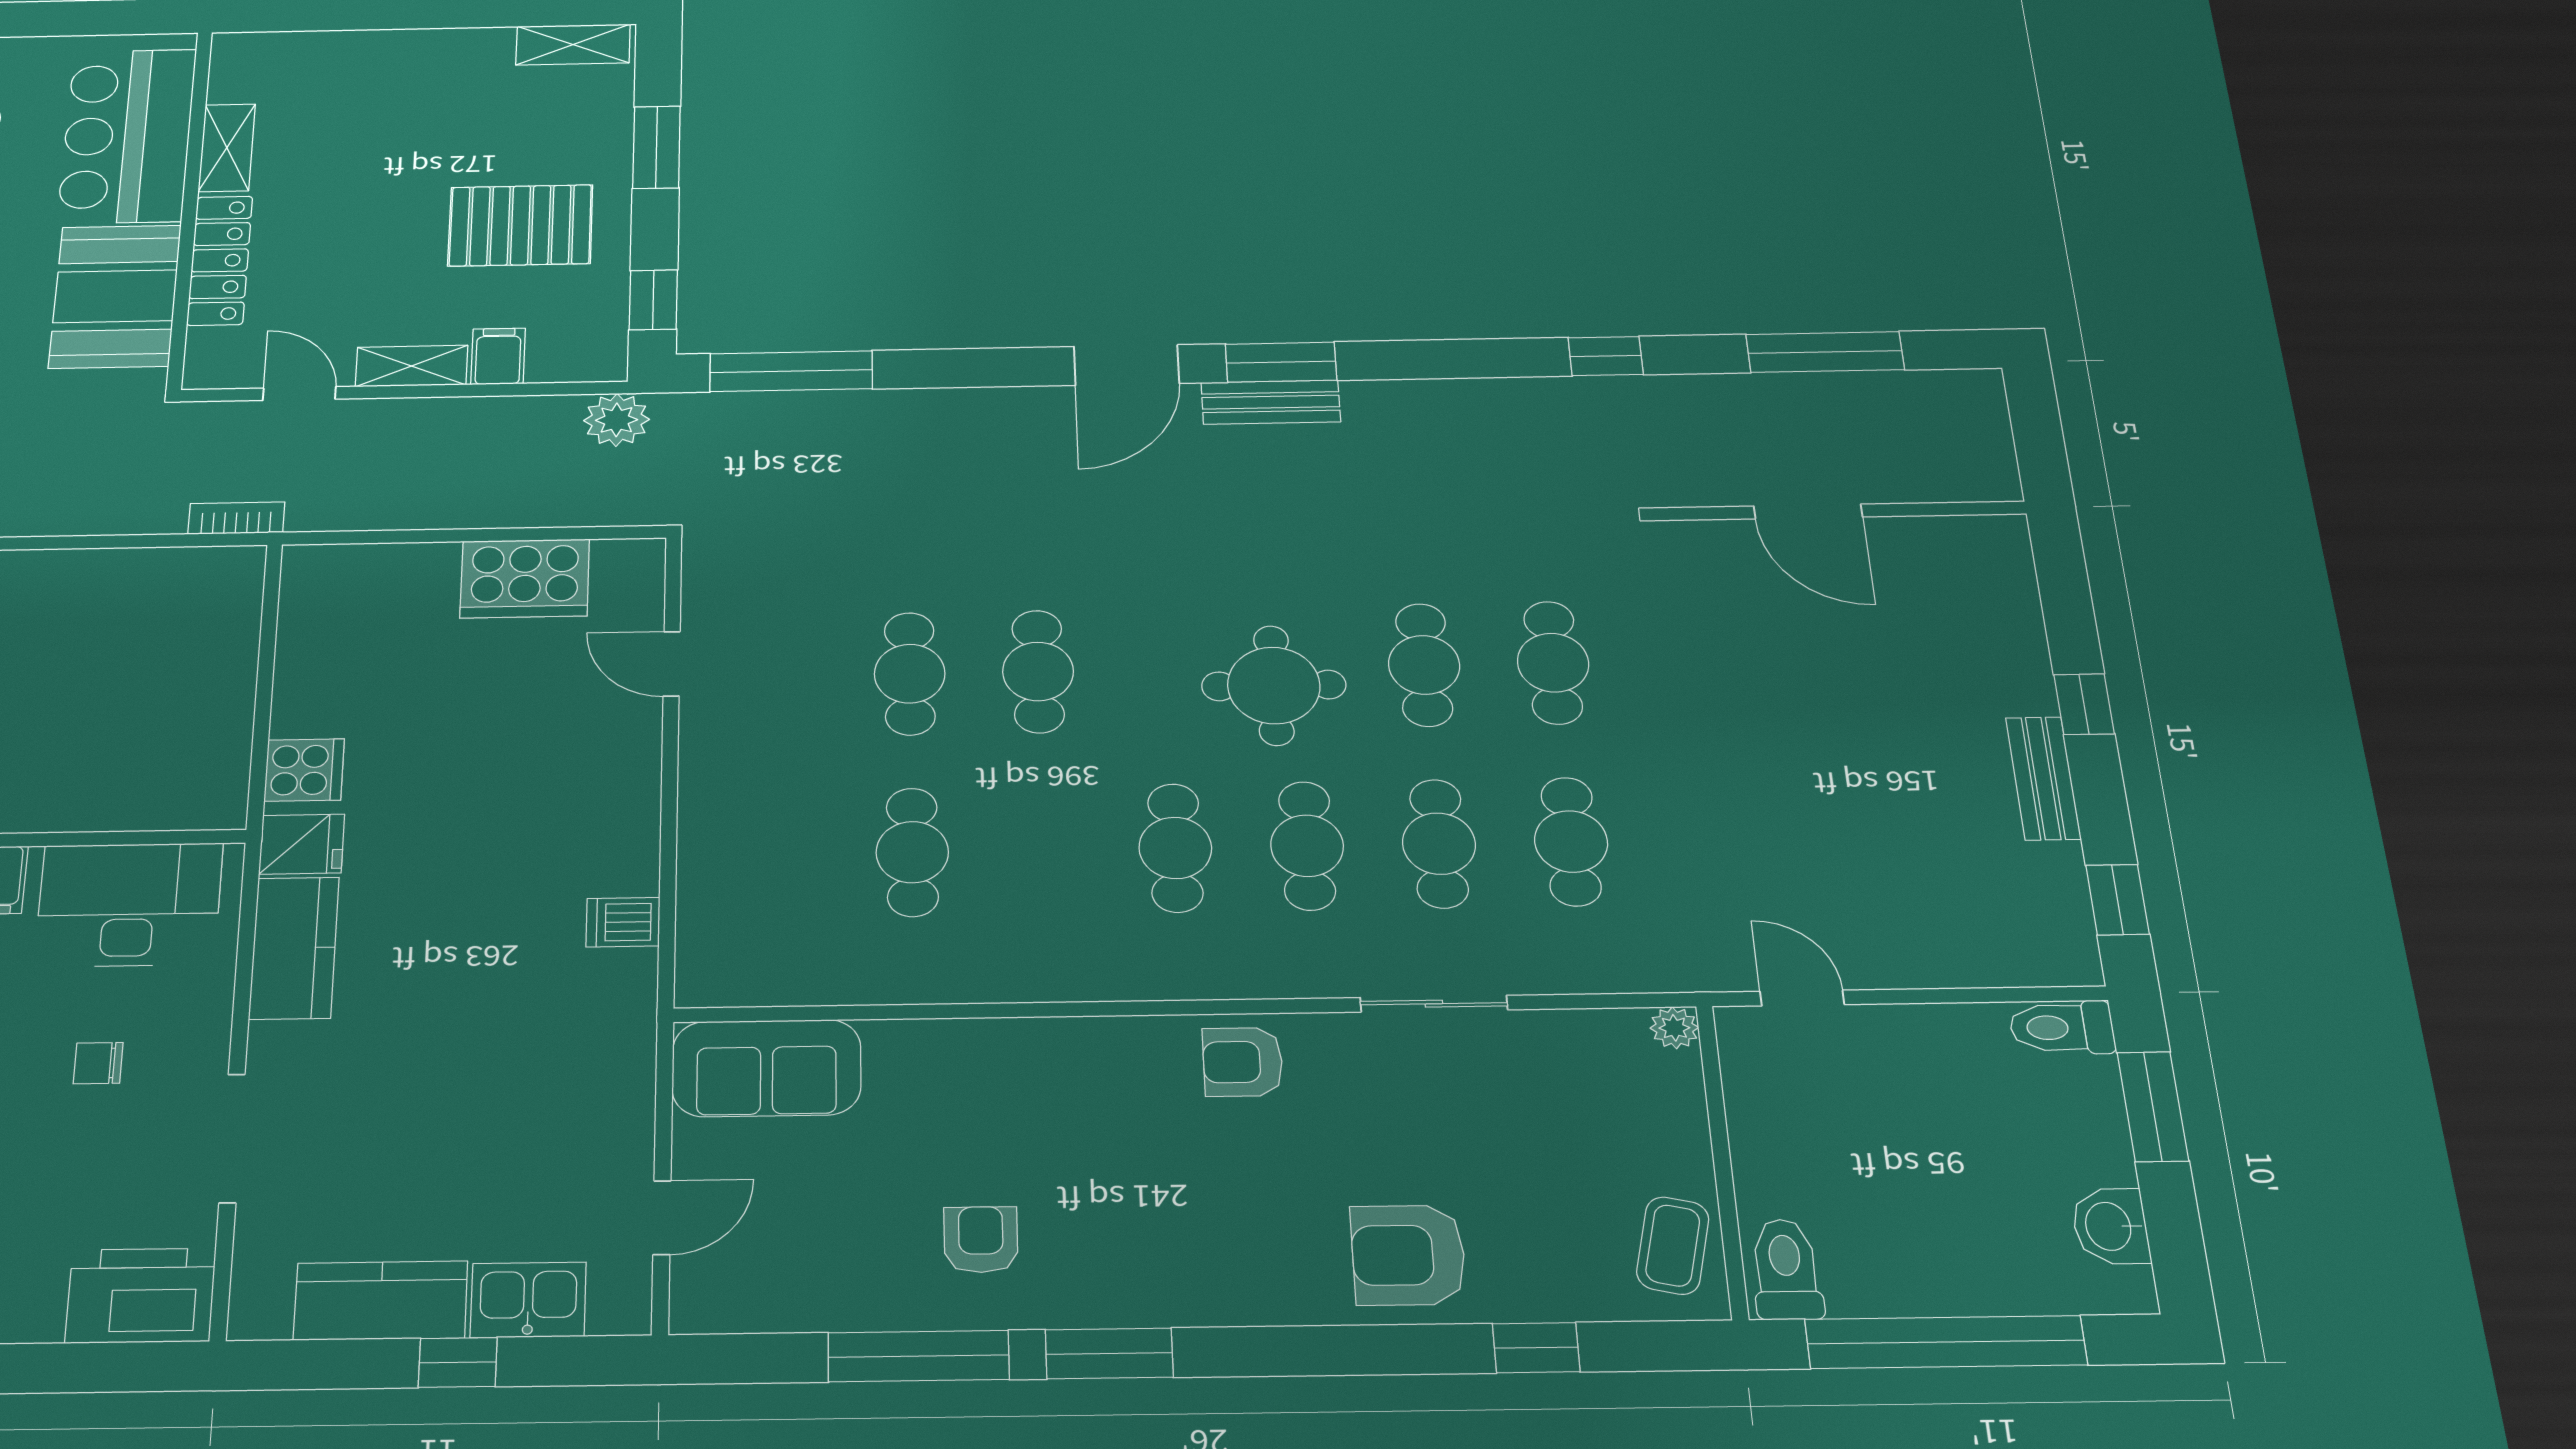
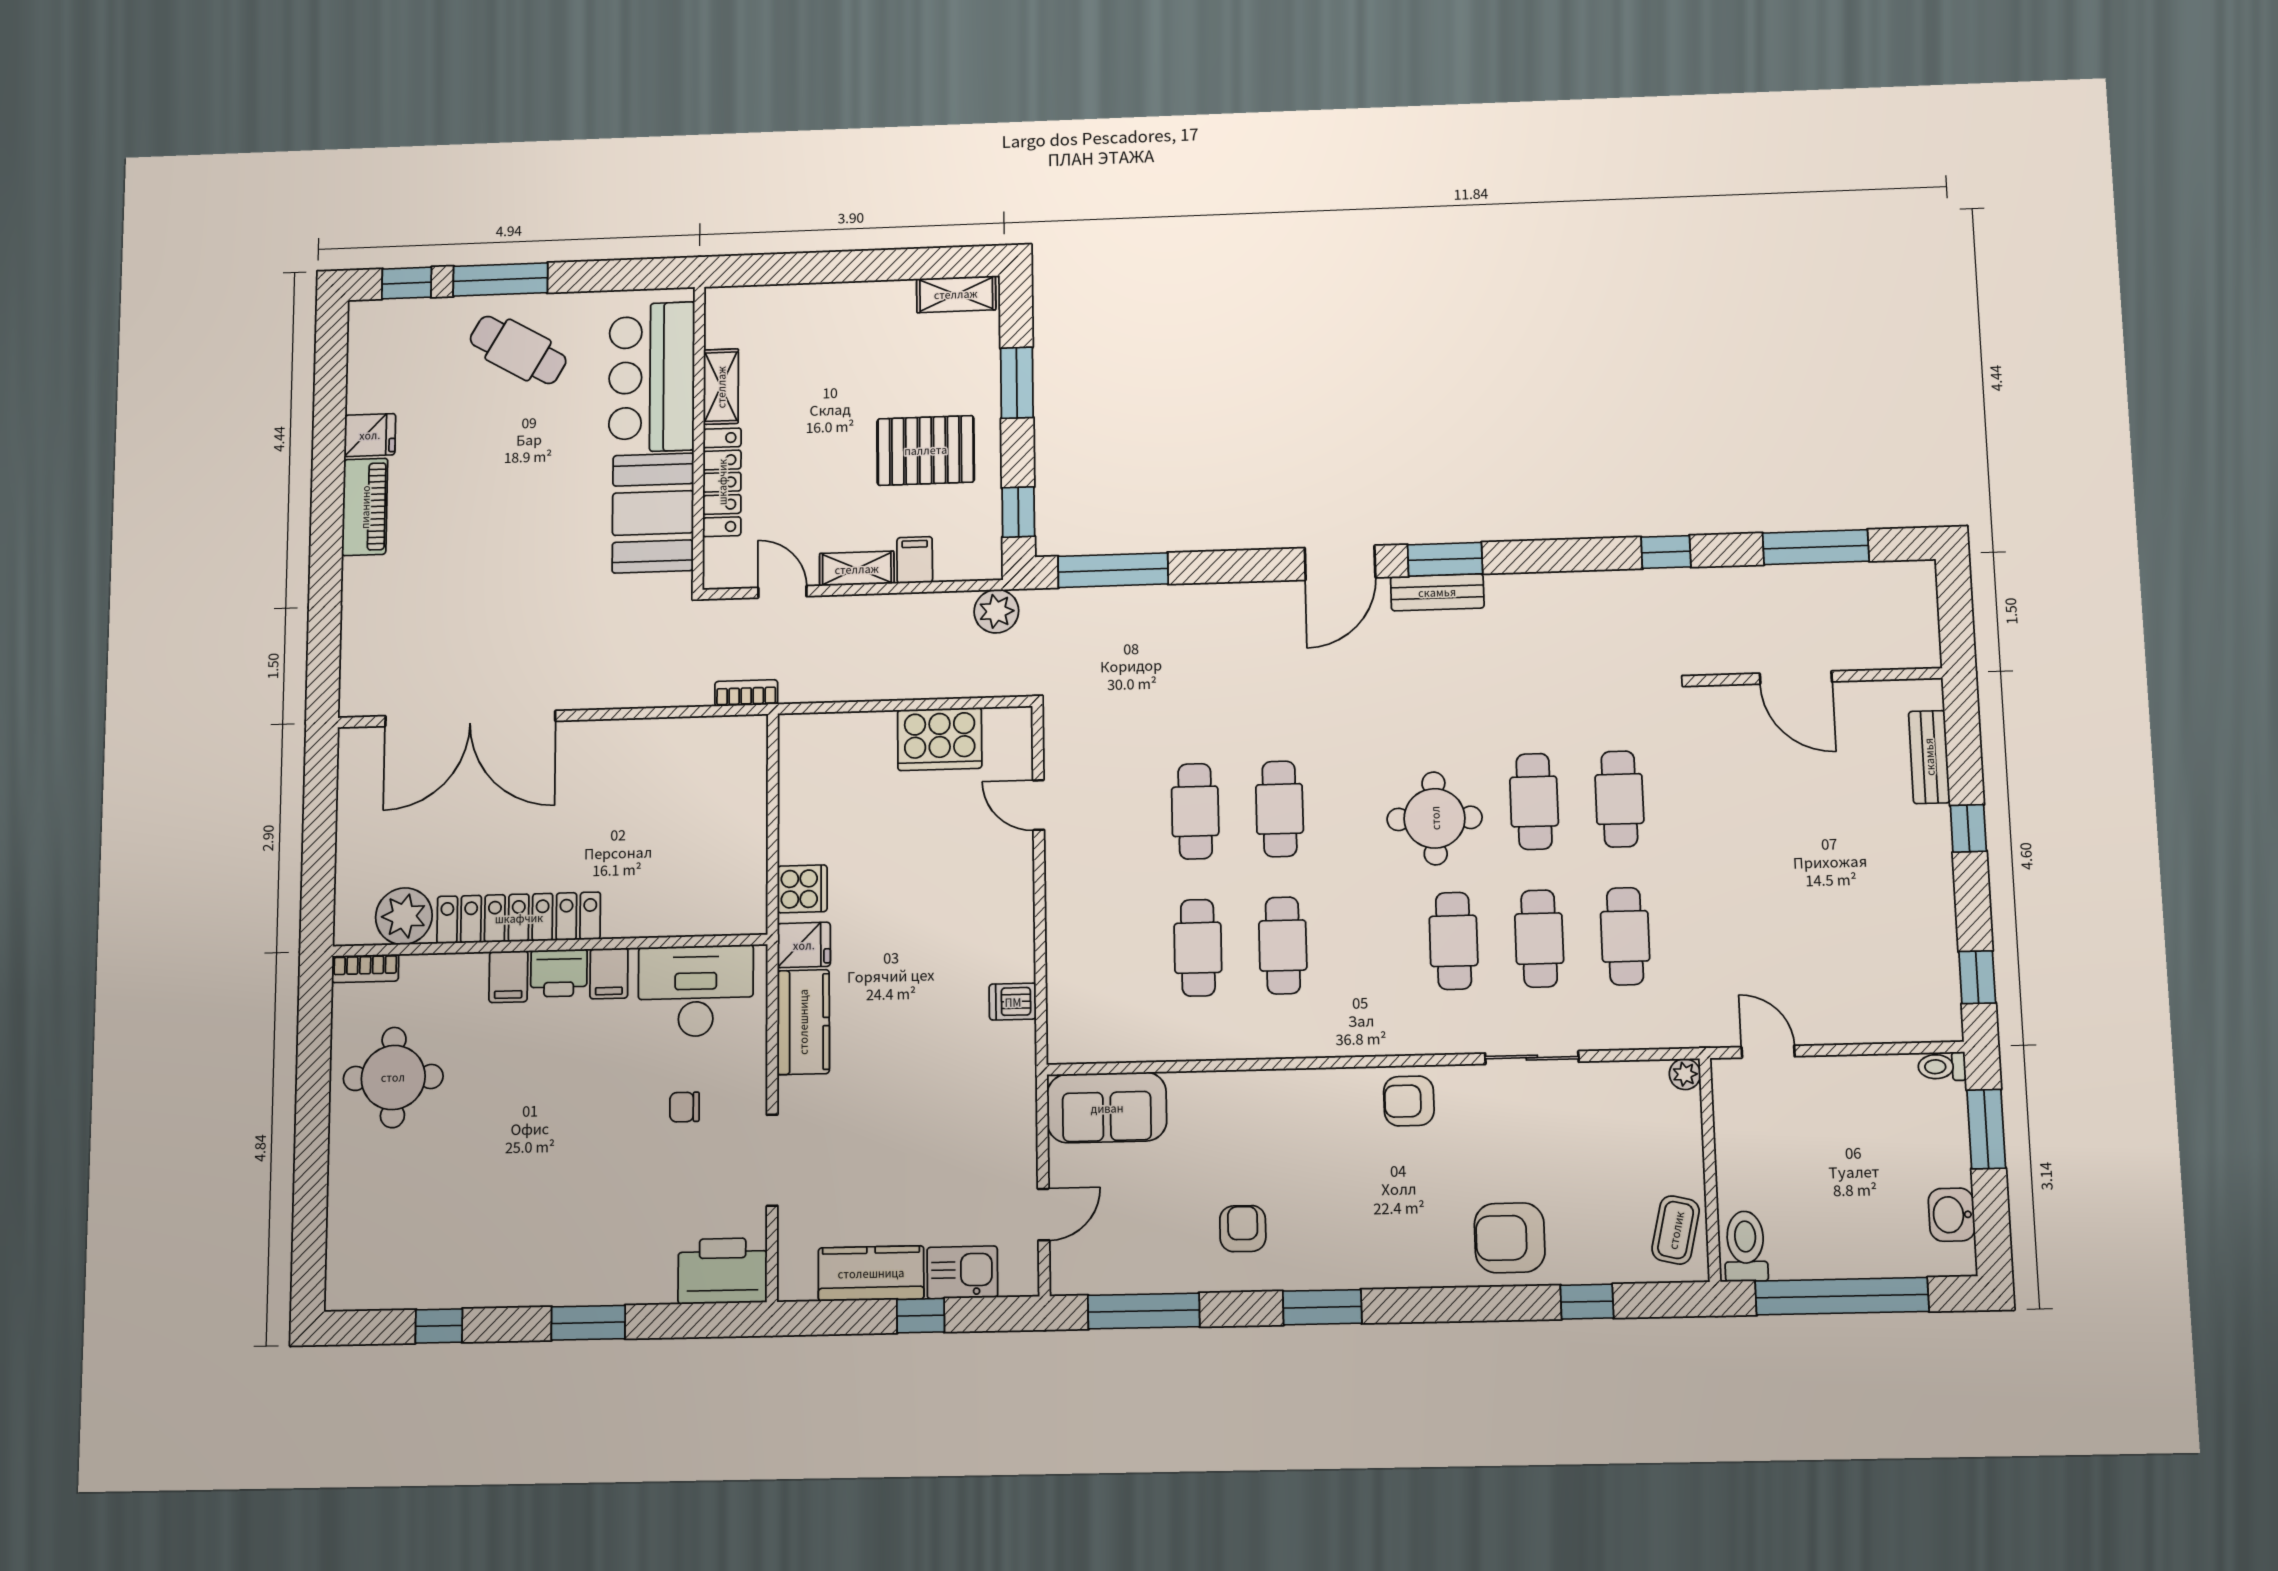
bench: (2043, 778) -> (1929, 757), moved
cafe table: (1175, 848) -> (1283, 945), moved
toilet: (2062, 1027) -> (1942, 1067), width x0.73, depth x0.72
window: (919, 1356) -> (1144, 1311), moved

